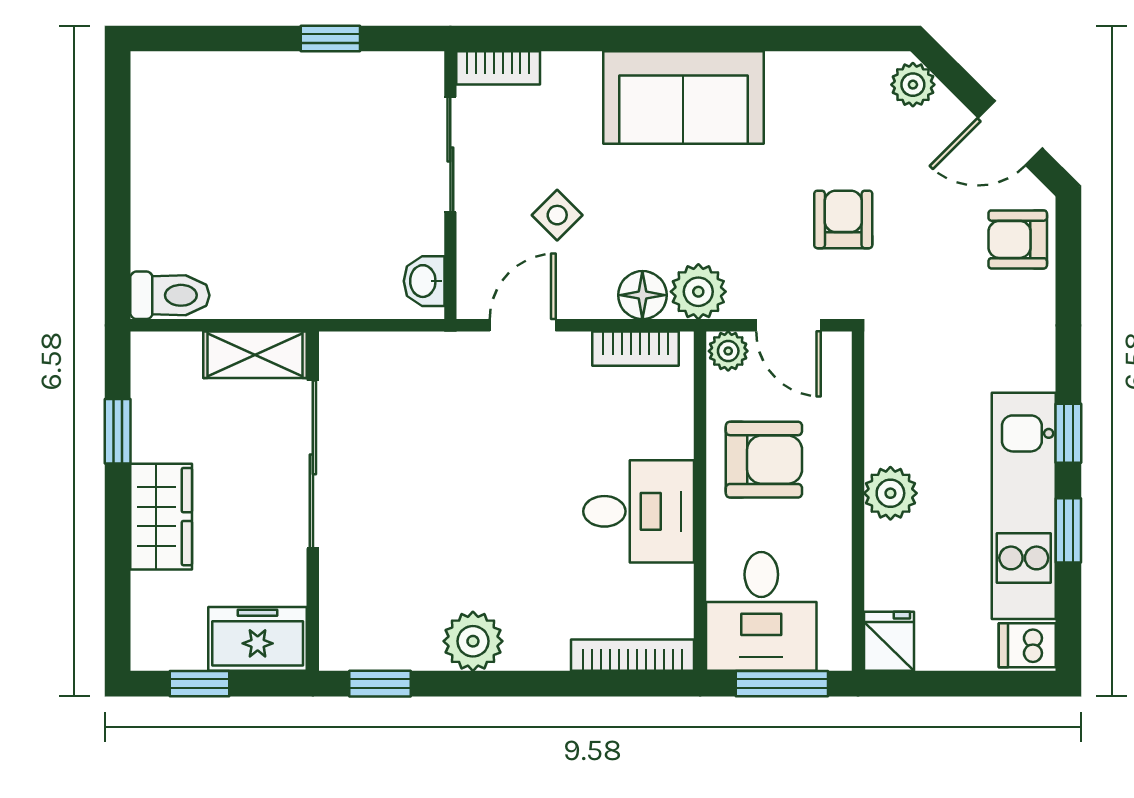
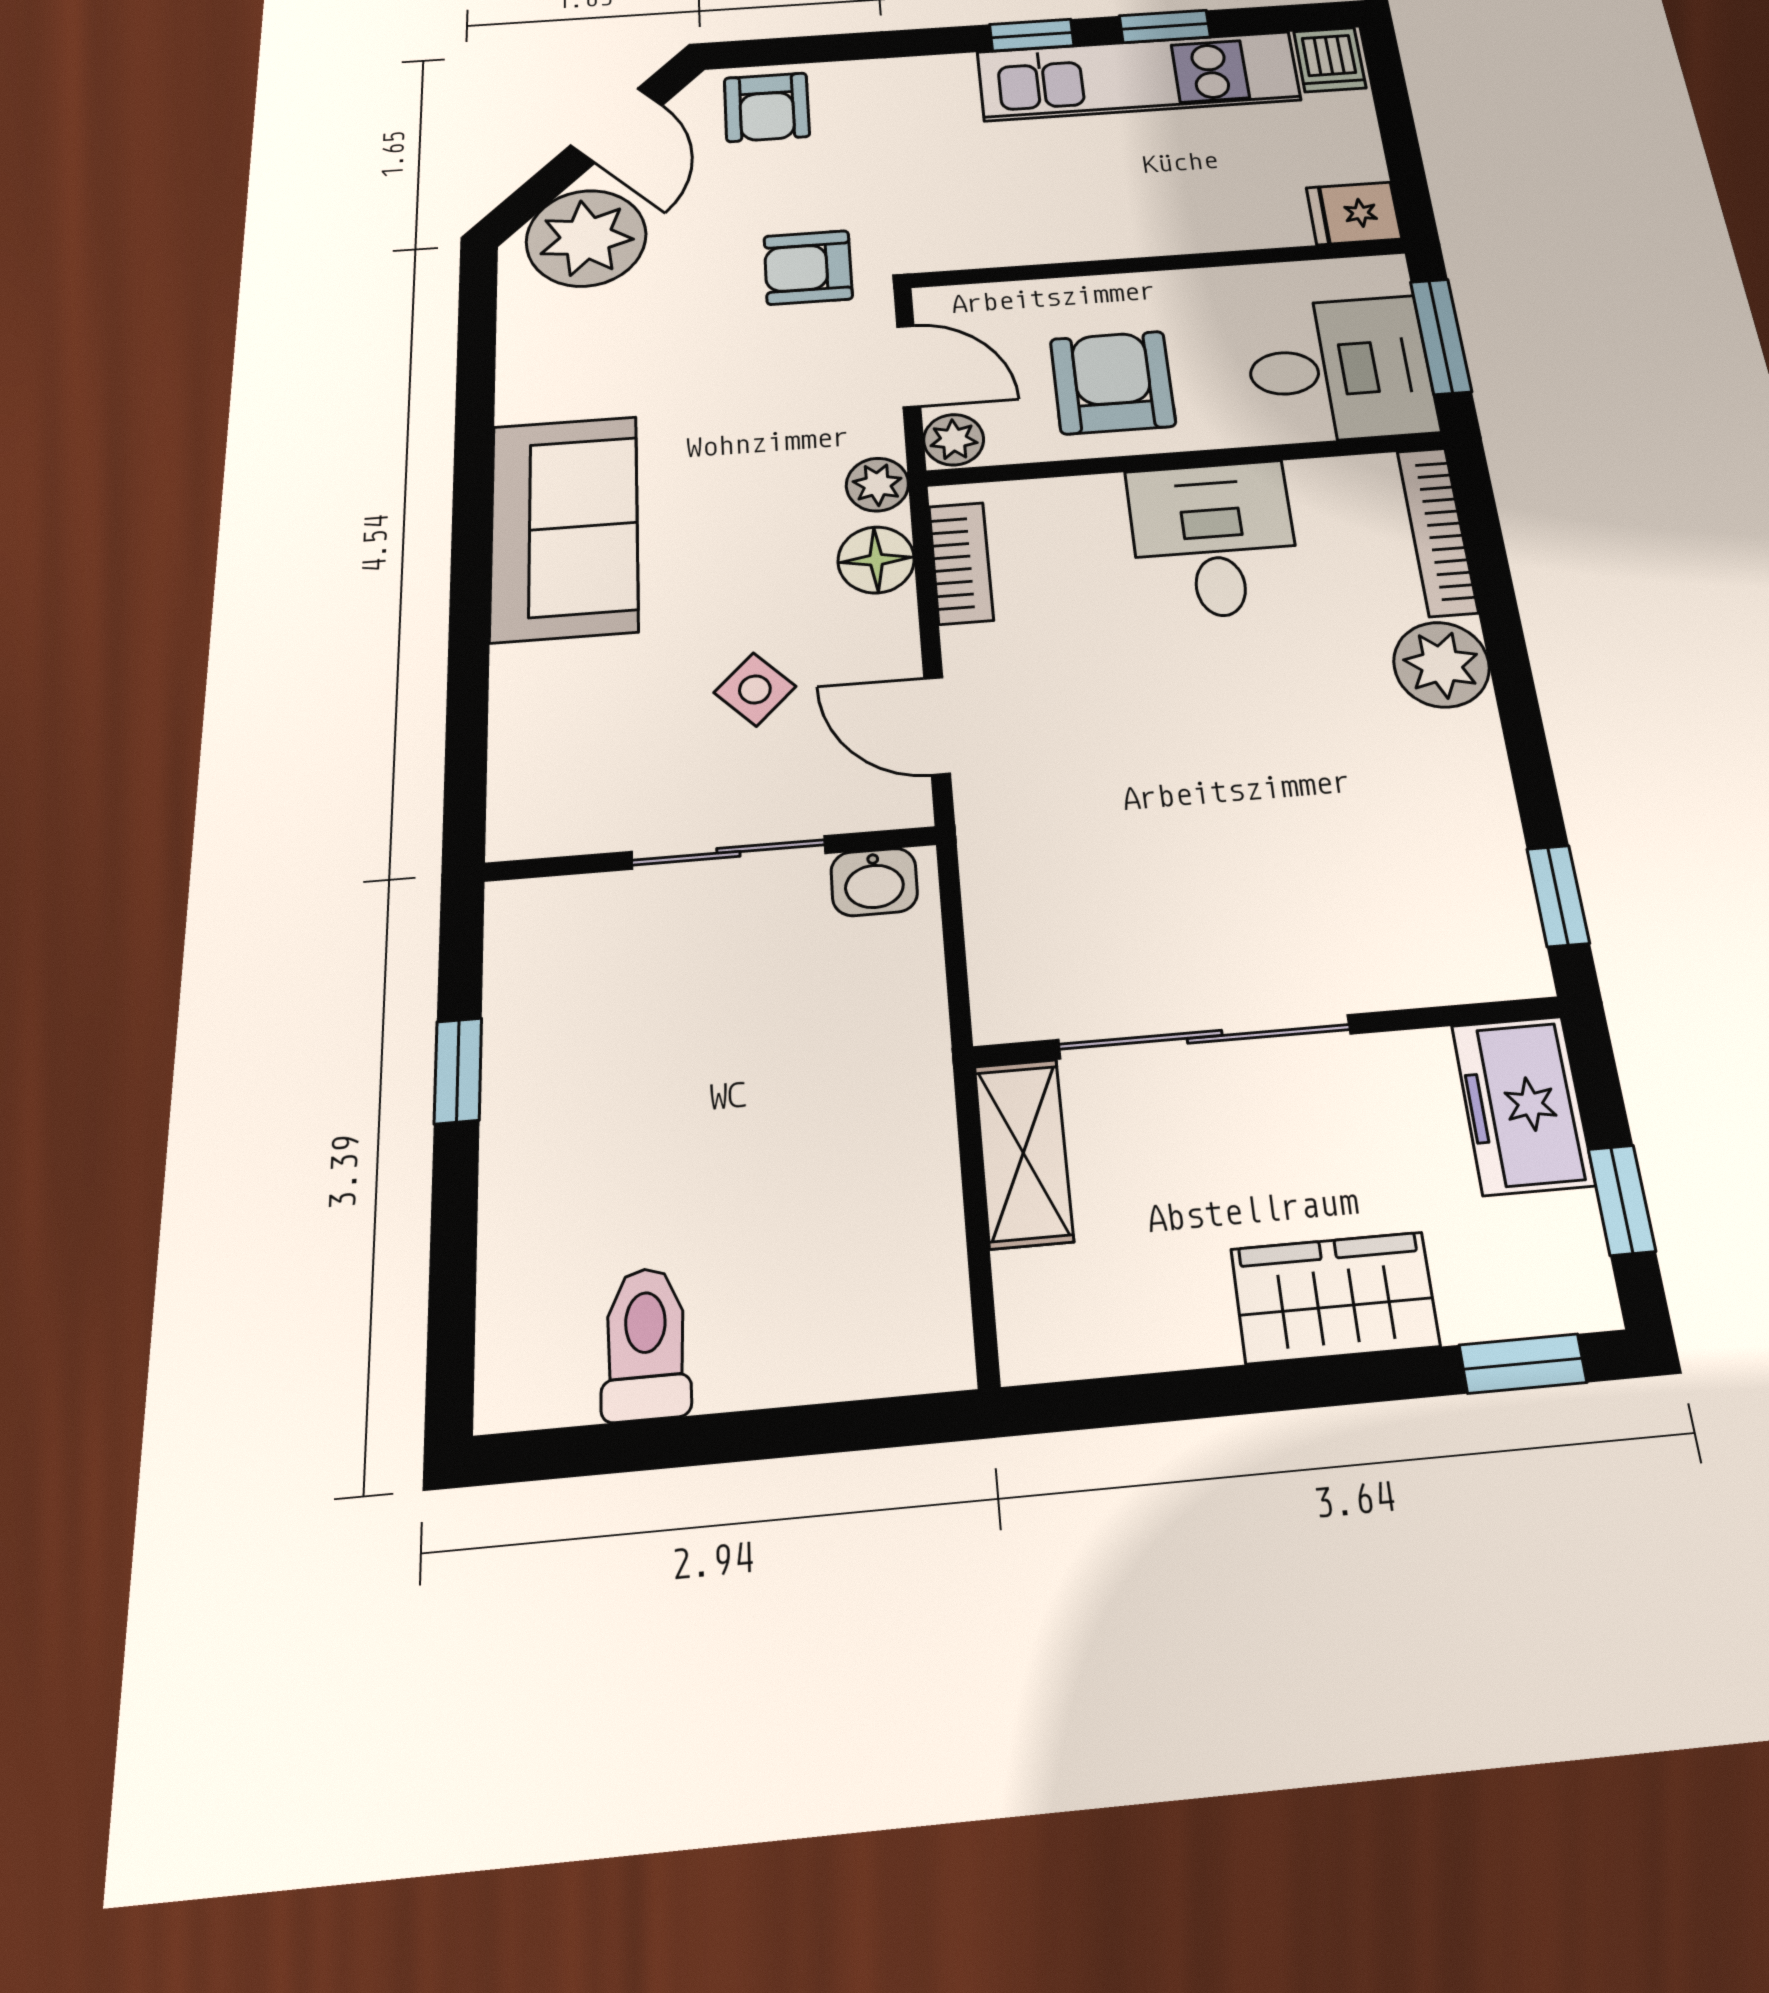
bookcase: (498, 68) -> (514, 796), removed
plant: (913, 85) -> (586, 238), width x1.88, depth x1.88
sliding door: (450, 154) -> (728, 852), moved
armchair: (843, 219) -> (808, 268), moved
plant: (698, 292) -> (877, 485), width x0.73, depth x0.73
toilet: (170, 295) -> (646, 1343), moved
door: (788, 325) -> (909, 366), hinge flipped
window: (118, 431) -> (1523, 1364), moved
plant: (890, 493) -> (1142, 226), removed
plant: (473, 641) -> (1441, 665), moved

